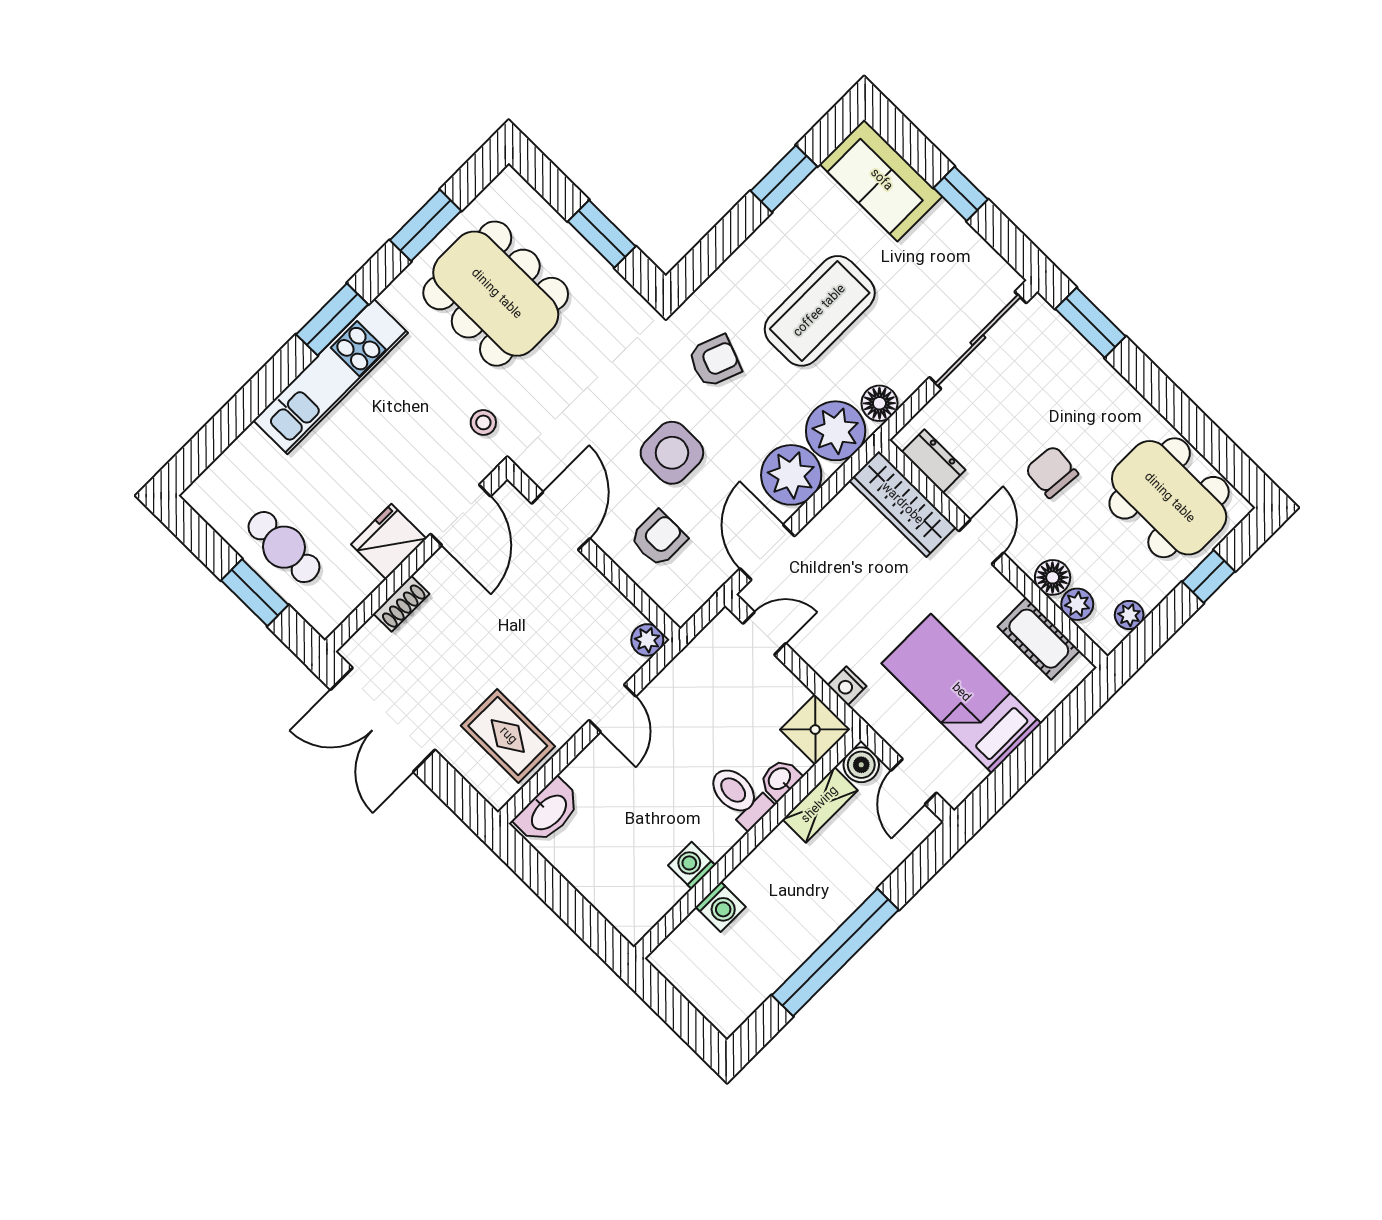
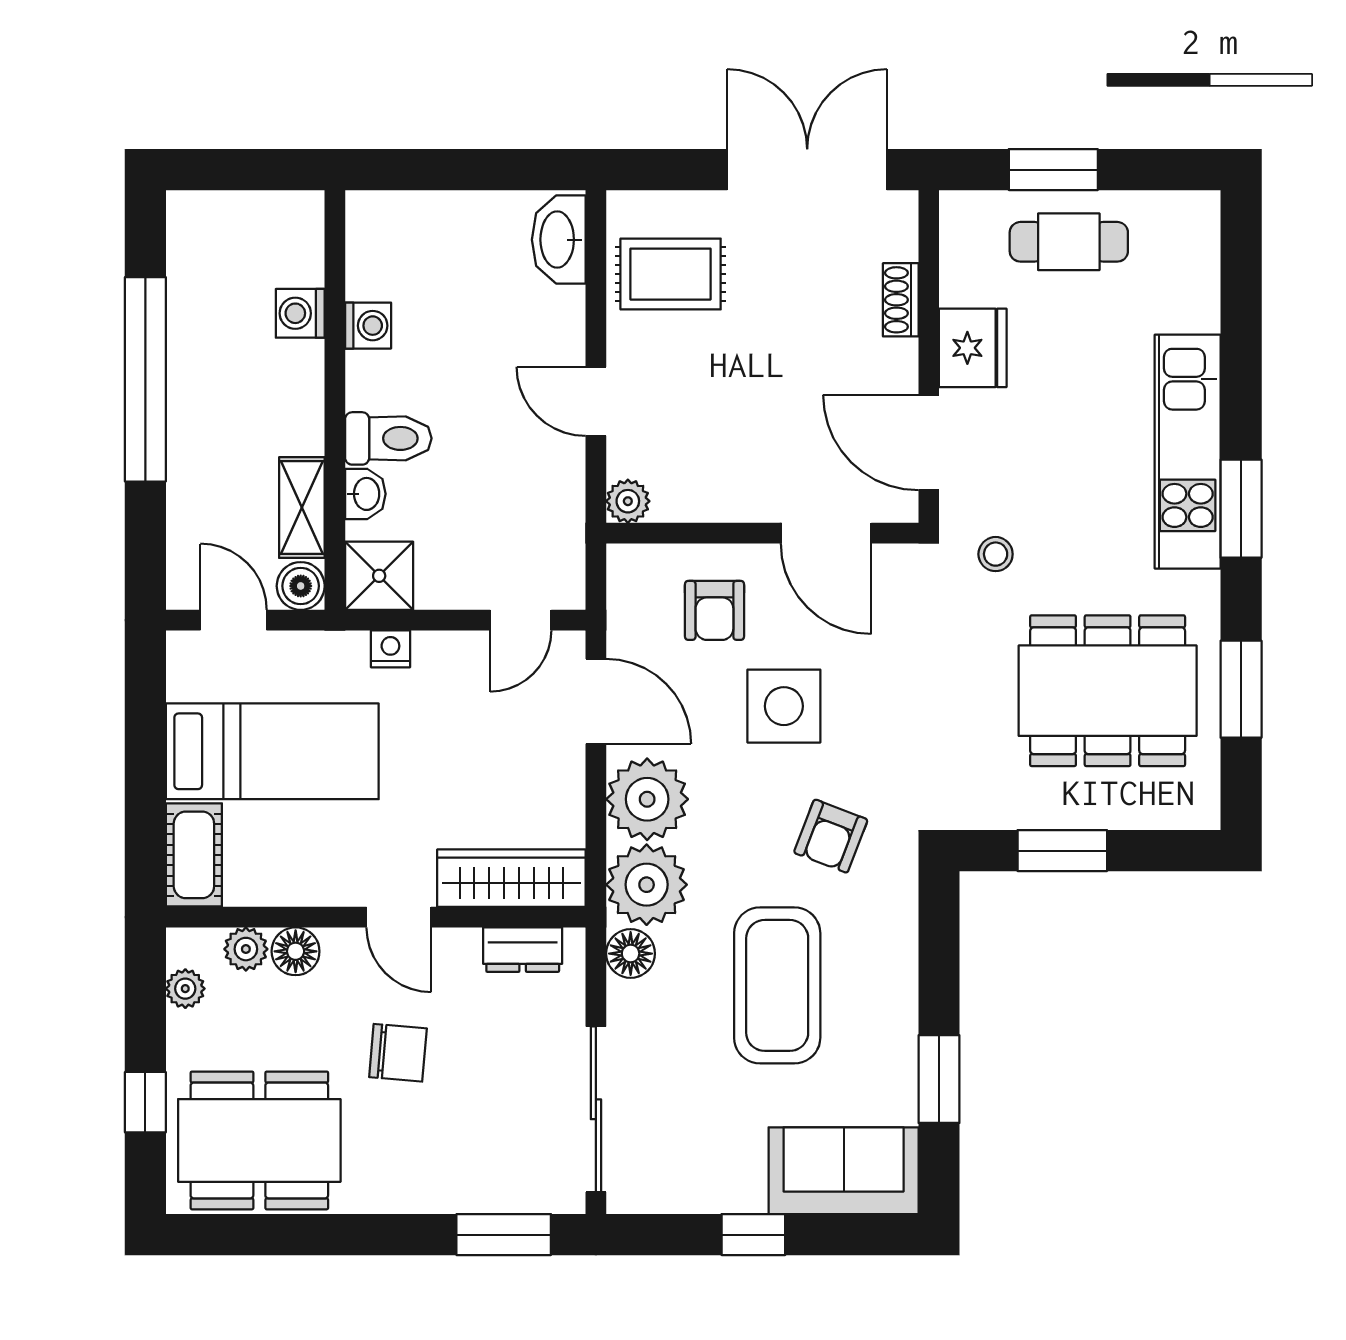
cot: (1039, 639) -> (194, 855), moved, turned 90

